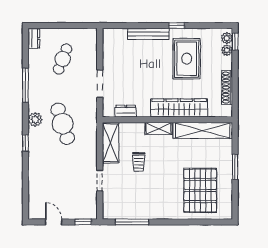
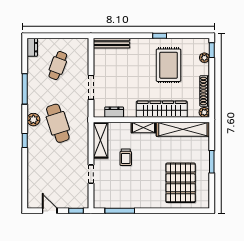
bench: (148, 34) -> (112, 43), moved
plant: (227, 38) -> (204, 112), moved

